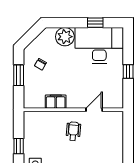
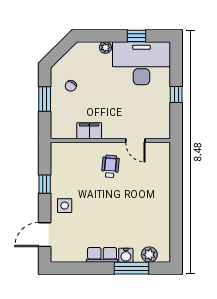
plant: (65, 37) -> (105, 48), width x0.53, depth x0.53
door: (94, 110) -> (135, 140), swing flipped

